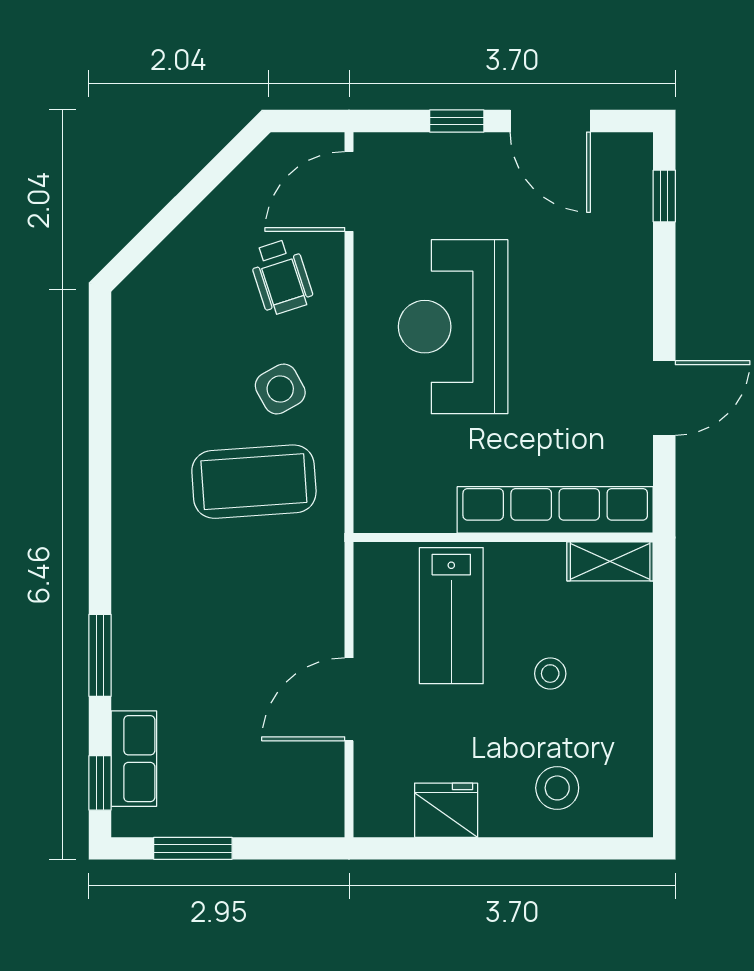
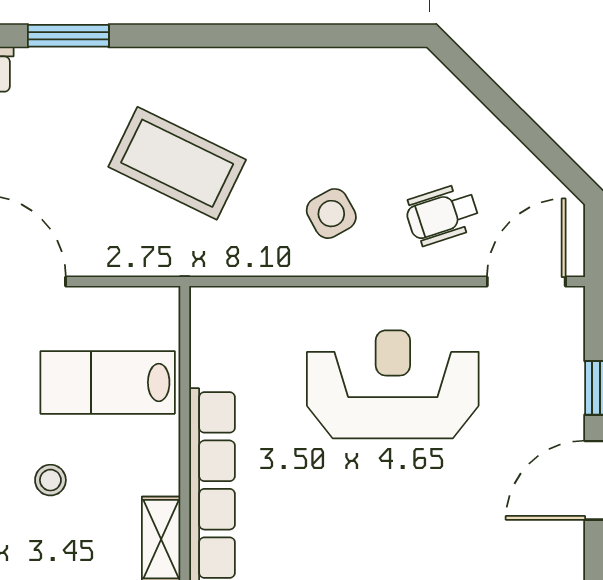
door: (349, 192) -> (526, 282), hinge flipped
coffee table: (254, 482) -> (177, 163), moved, turned -60

